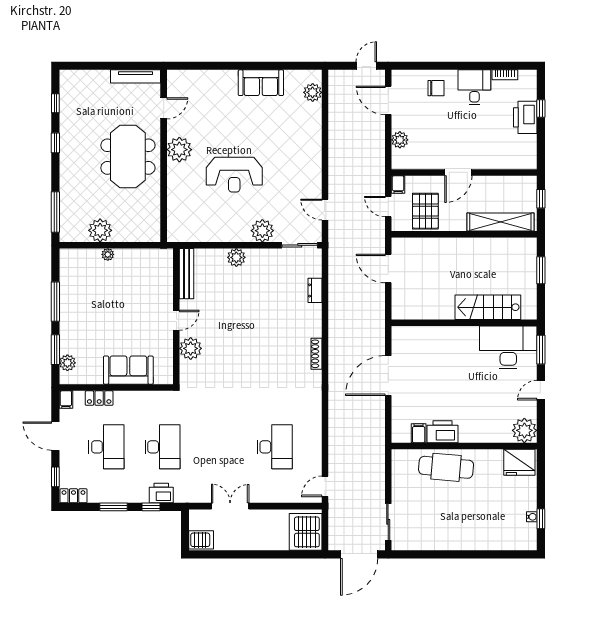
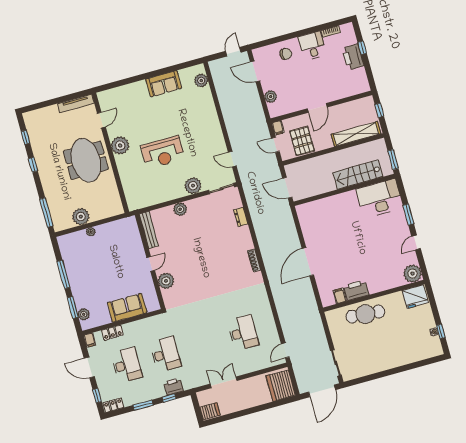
stairs: (488, 307) -> (358, 175), moved
wall: (464, 323) -> (344, 190), moved
desk: (508, 347) -> (380, 198), moved

